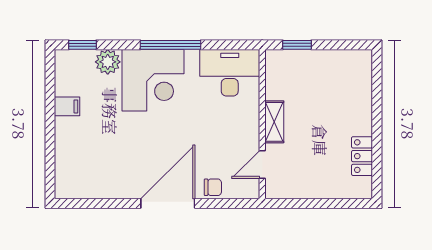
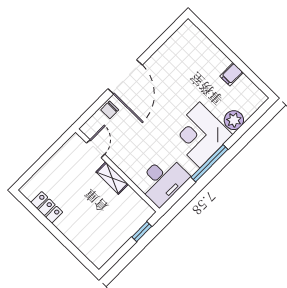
window: (82, 45) -> (257, 116), removed

